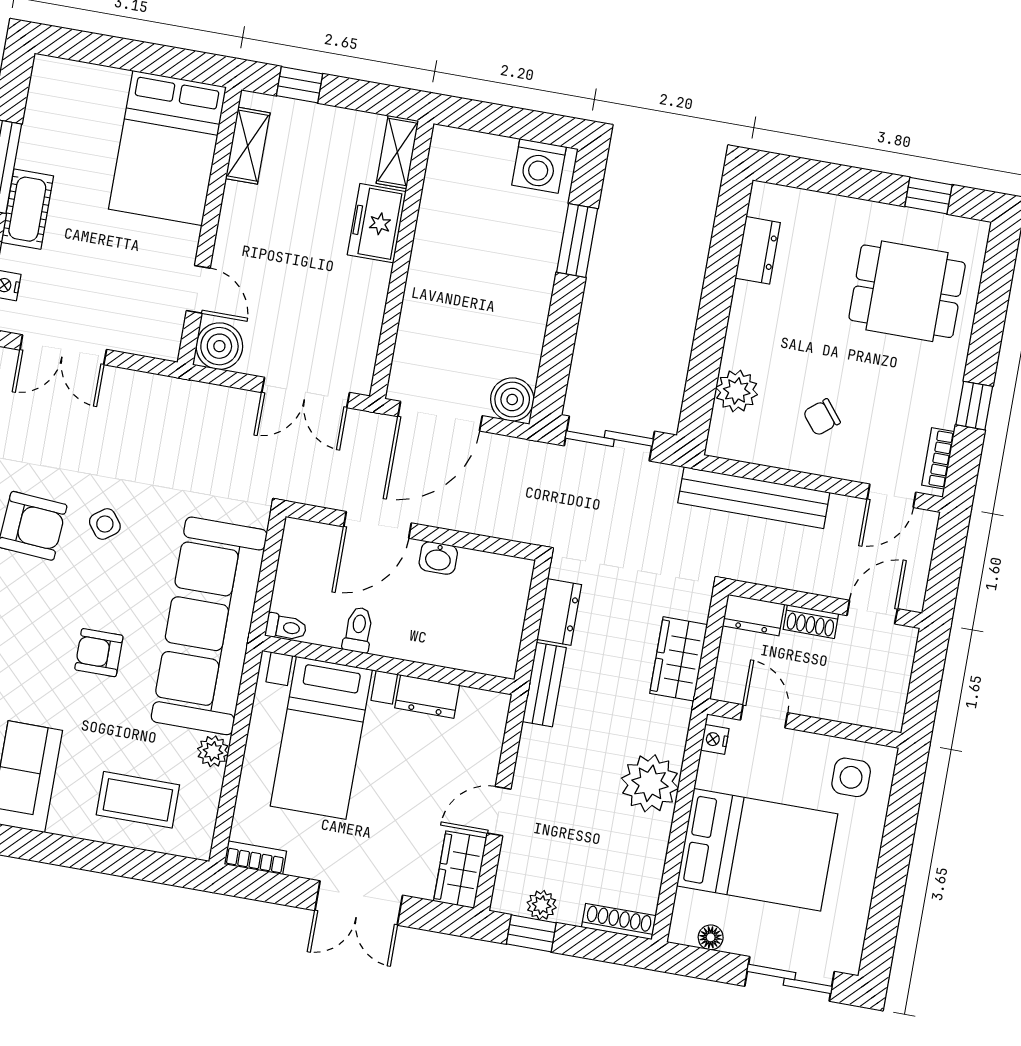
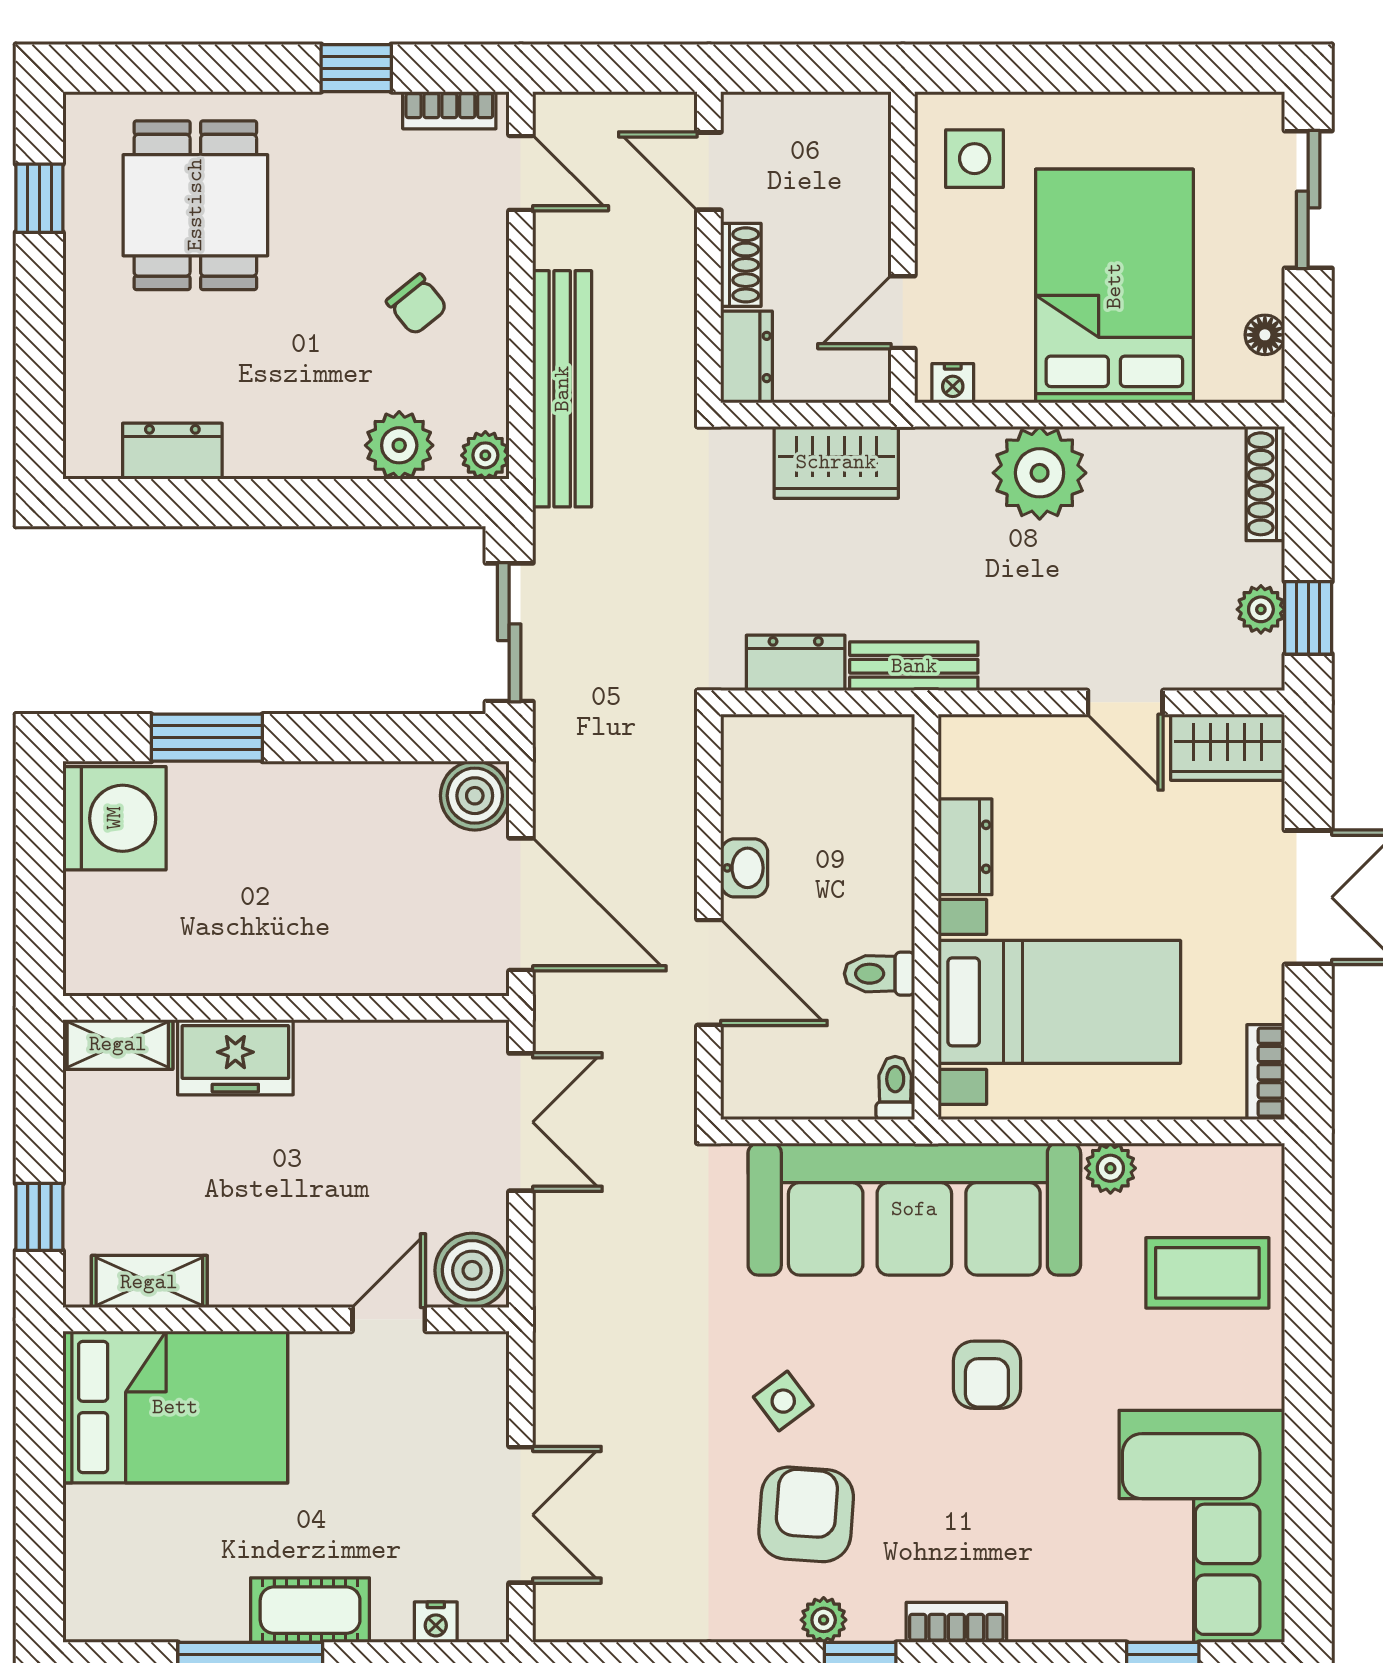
washing machine: (539, 166) -> (114, 818), width x1.37, depth x1.37
plant: (721, 443) -> (485, 455), added
coffee table: (138, 800) -> (1207, 1273), turned 90

